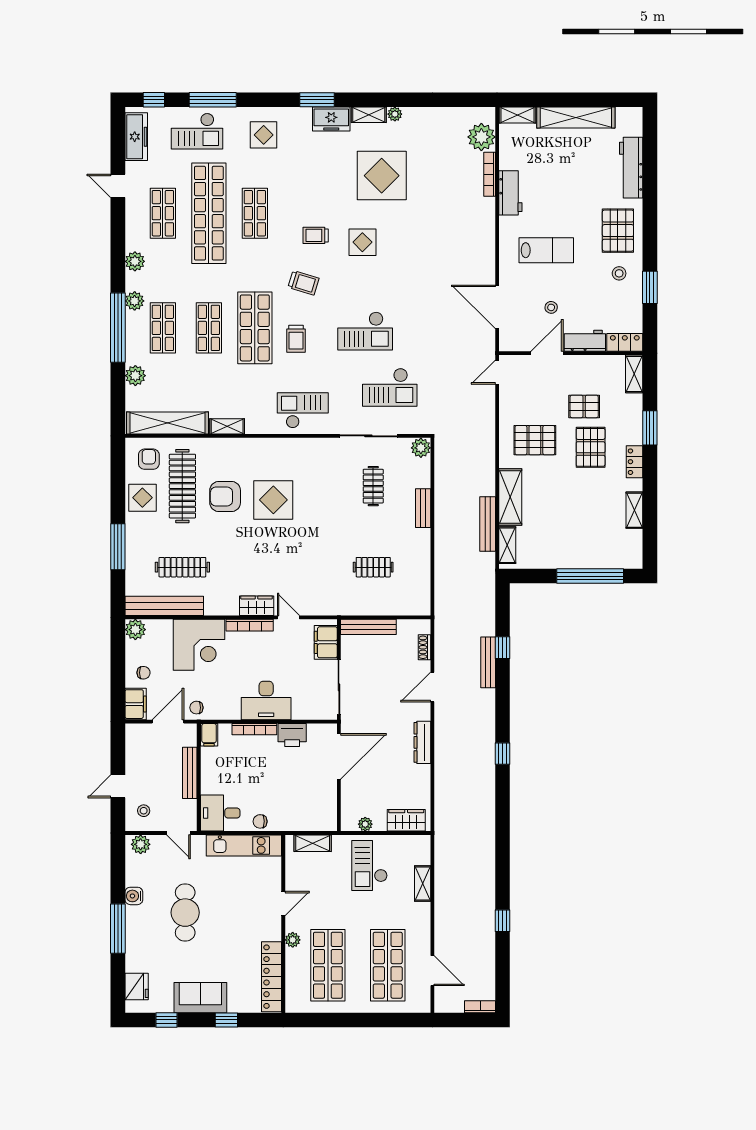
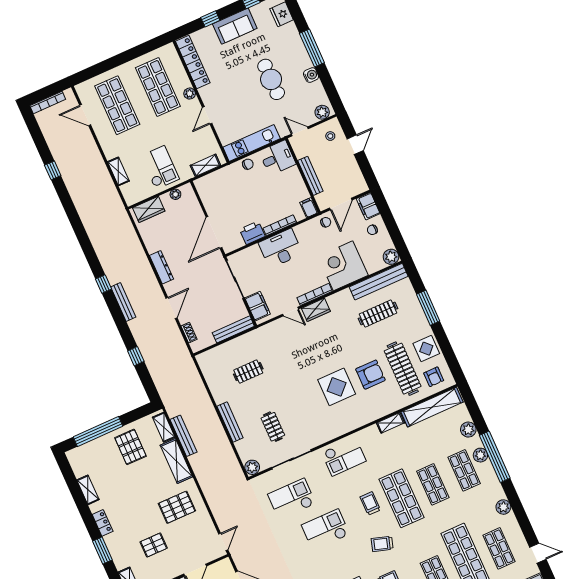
plant: (135, 301) -> (480, 455), moved
pallet: (591, 447) -> (130, 447), moved
bench: (423, 508) -> (230, 422), width x1.36
bench: (488, 662) -> (123, 302), moved
bookcase: (480, 1007) -> (48, 102), width x1.56

